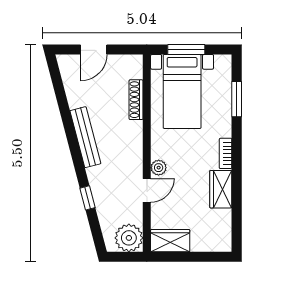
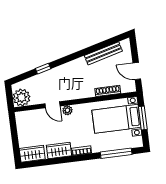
door: (94, 50) -> (137, 71), moved
window: (237, 99) -> (116, 153), width x1.44
bench: (85, 137) -> (103, 53), moved
wardrobe: (170, 241) -> (32, 154), moved, turned -90

